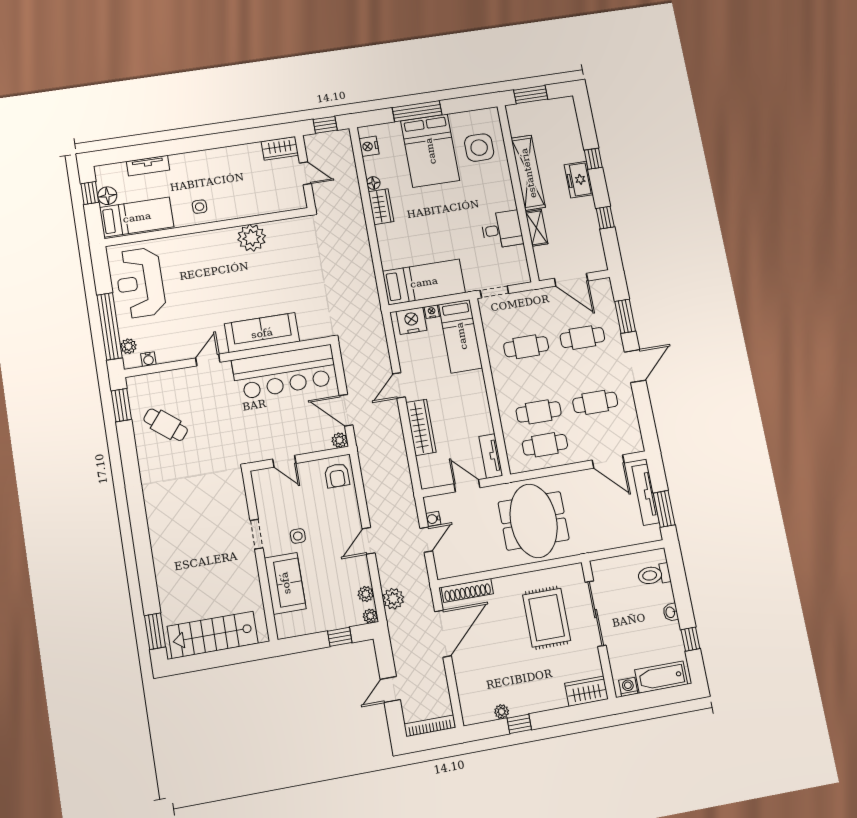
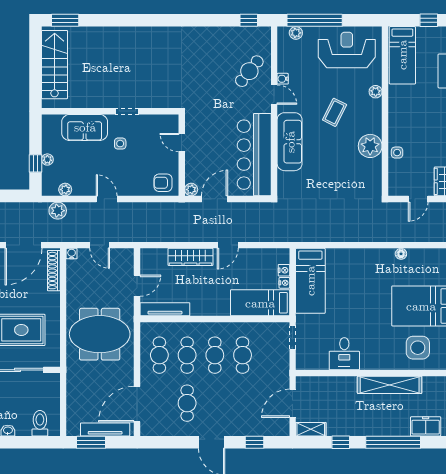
nightstand: (369, 146) -> (433, 256), removed
window: (593, 159) -> (393, 442), width x3.17
freezer: (579, 180) -> (426, 426), moved
floor lamp: (107, 196) -> (424, 34), removed
side table: (200, 207) -> (397, 153), moved
wardrobe: (381, 207) -> (380, 257), removed
shelving: (537, 228) -> (311, 429), moved
plant: (185, 242) -> (376, 92), added
coffee table: (218, 285) -> (335, 112), added
window: (625, 316) -> (254, 442), width x0.67
nightstand: (412, 321) -> (284, 270), width x0.53, depth x0.56
cafe table: (582, 338) -> (215, 355), moved
water cooler: (148, 359) -> (283, 79), moved
door: (399, 385) -> (228, 245), swing flipped
window: (121, 405) -> (249, 20), width x0.67
cafe table: (166, 425) -> (249, 71), moved
tv unit: (491, 456) -> (165, 309), width x1.41
door: (284, 461) -> (182, 143), hinge flipped
door: (608, 462) -> (137, 404), width x1.36
water cooler: (433, 519) -> (72, 254), moved
plant: (370, 616) -> (47, 160), moved
door: (443, 634) -> (23, 245), hinge flipped

